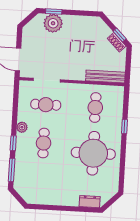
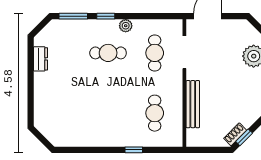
bench: (105, 77) -> (193, 104), moved
cafe table: (95, 108) -> (155, 113), turned 90
round table: (93, 153) -> (99, 114), removed
dresser: (90, 202) -> (41, 59), moved

